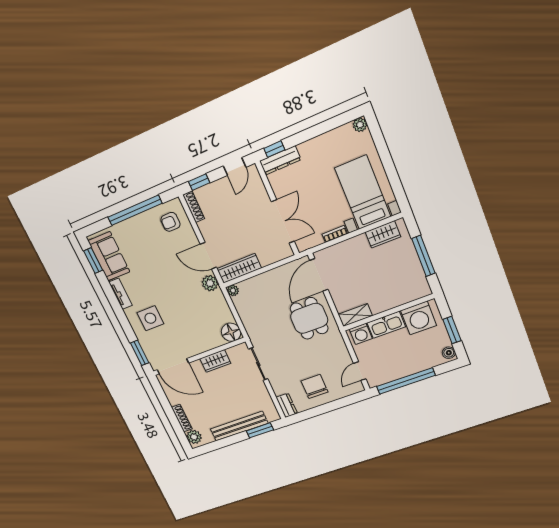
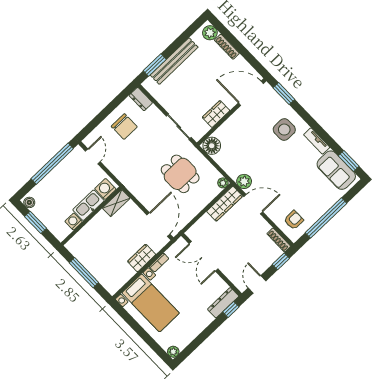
wardrobe: (383, 234) -> (142, 258), moved
dining table: (309, 318) -> (180, 174), moved
washing machine: (419, 318) -> (74, 222), width x0.53, depth x0.53

